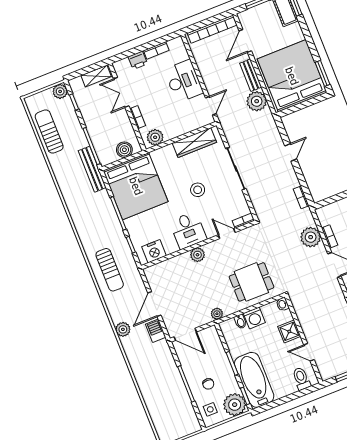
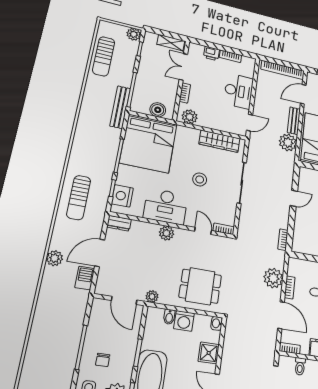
sun lounger: (49, 132) -> (104, 56), turned 180
desk: (188, 230) -> (166, 206), width x1.37
nightstand: (154, 251) -> (122, 196), moved, turned 90
dresser: (154, 271) -> (119, 223), added
door: (185, 334) -> (124, 300), moved

